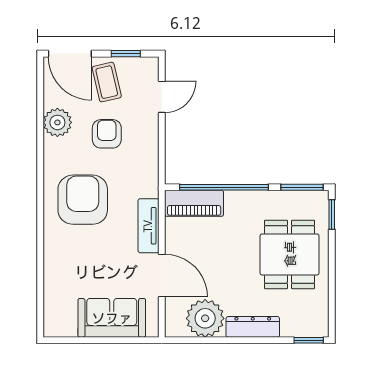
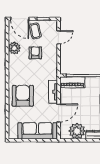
armchair: (83, 200) -> (23, 96), moved
door: (162, 276) -> (59, 113), hinge flipped
sofa: (112, 318) -> (37, 131), width x1.36

